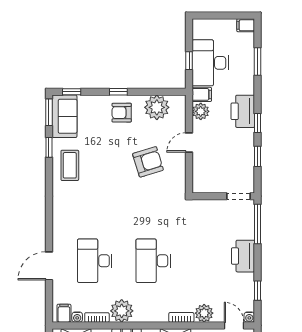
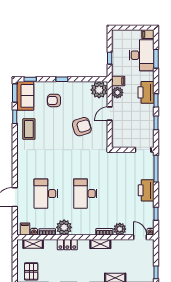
desk: (210, 63) -> (142, 55), moved, turned 180
plant: (157, 107) -> (99, 90), moved
armchair: (122, 113) -> (54, 100), moved

